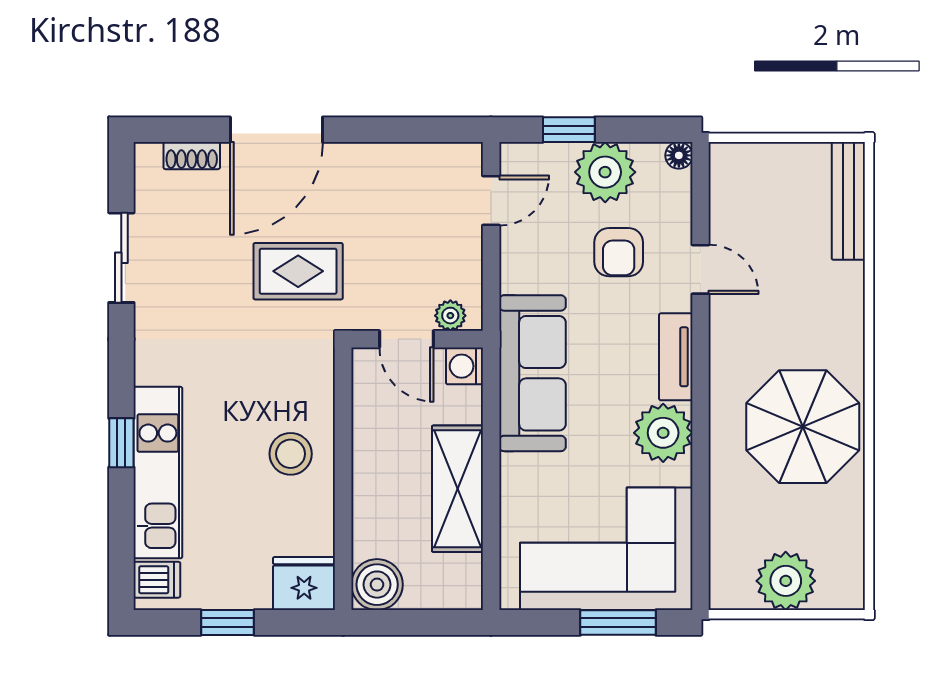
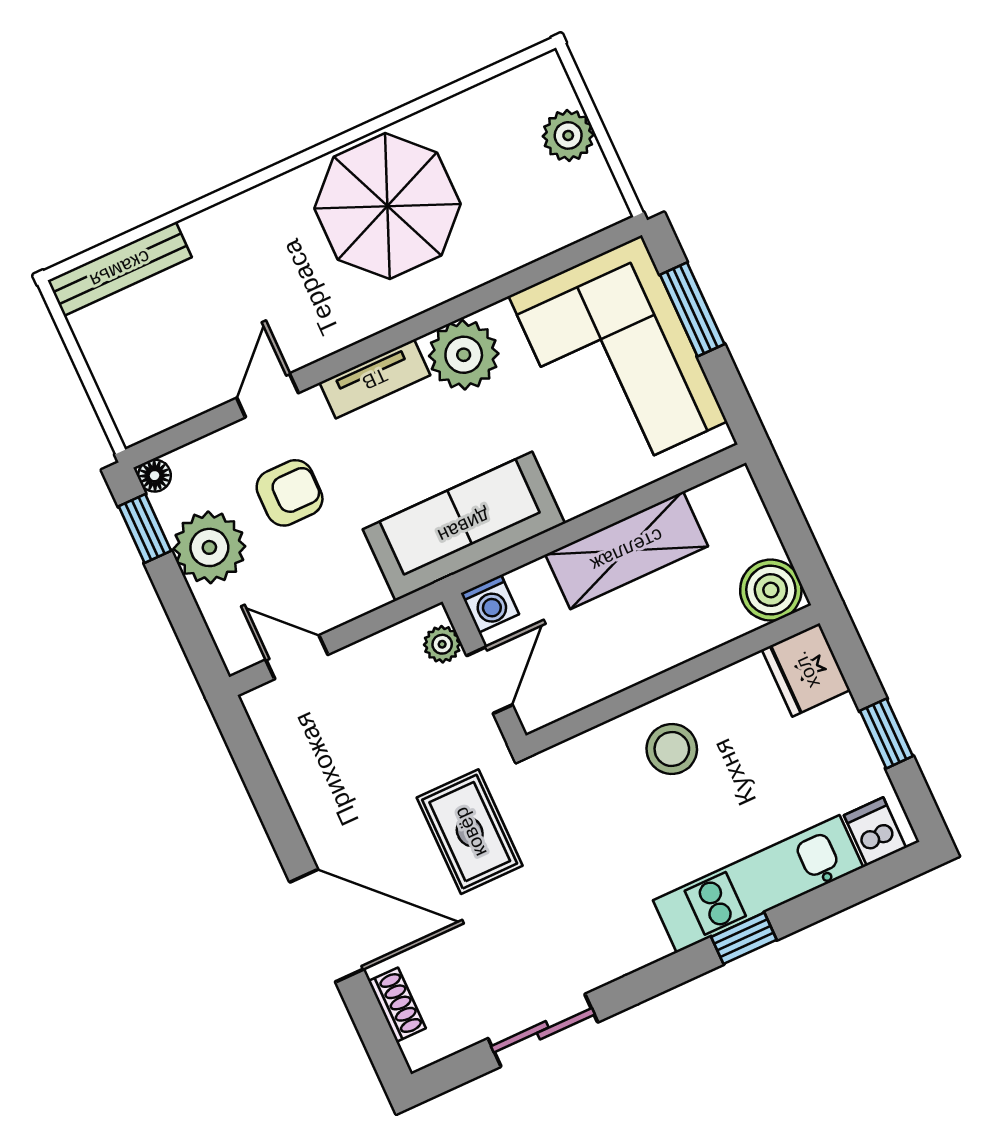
window: (569, 130) -> (145, 529), moved
plant: (786, 581) -> (568, 135), width x0.73, depth x0.73

